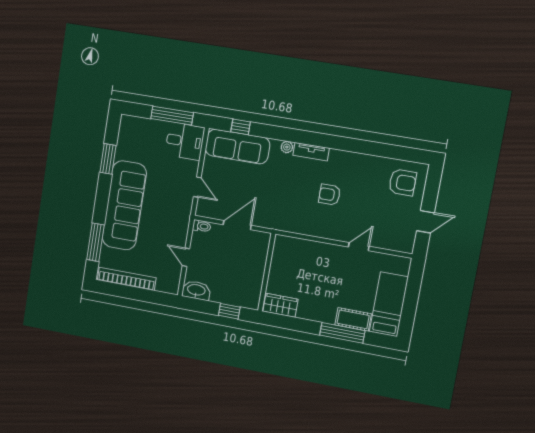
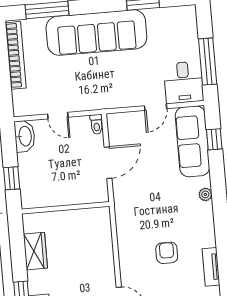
tv unit: (311, 152) -> (211, 267), moved
door: (197, 187) -> (156, 107), moved
door: (237, 225) -> (108, 163), hinge flipped
door: (186, 257) -> (58, 116), swing flipped
wardrobe: (280, 305) -> (35, 251), moved

